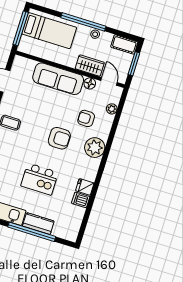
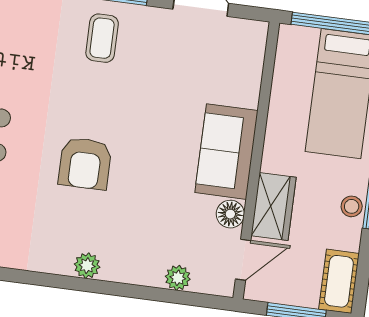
sofa: (58, 79) -> (226, 152), width x0.73
armchair: (86, 118) -> (144, 220), removed
plant: (95, 148) -> (87, 266), width x0.53, depth x0.53

